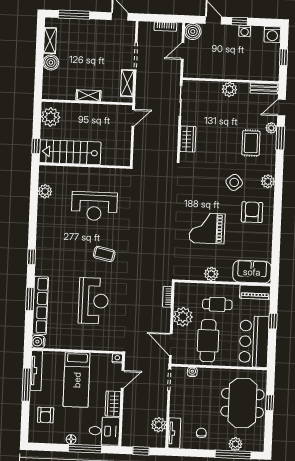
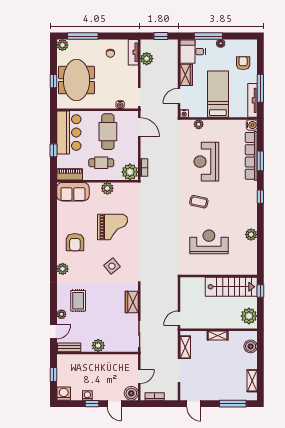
boiler: (51, 62) -> (251, 346), moved
window: (280, 138) -> (53, 306), removed
side table: (234, 182) -> (112, 266), moved
plant: (45, 191) -> (251, 235), moved
plant: (183, 317) -> (130, 172), moved
plant: (101, 345) -> (199, 124), added
plant: (235, 444) -> (62, 45), moved

